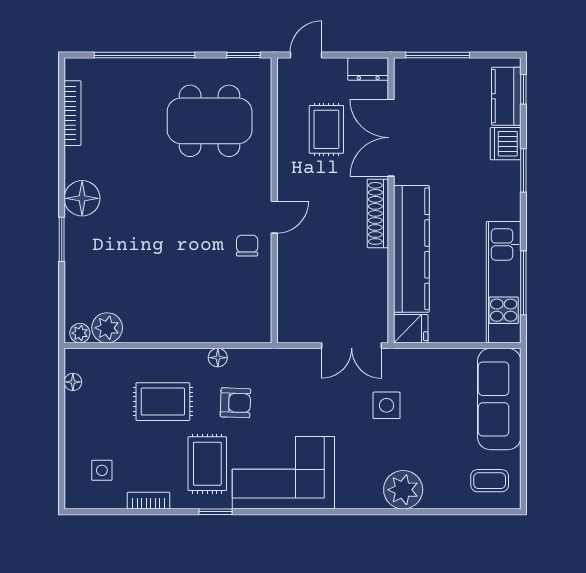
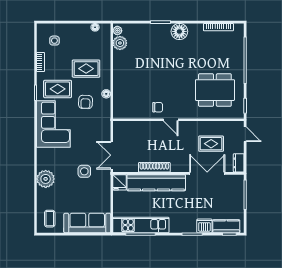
dining table: (210, 121) -> (215, 90), turned 90
shoe rack: (378, 213) -> (154, 167), moved
rug: (163, 402) -> (86, 69), turned 90

